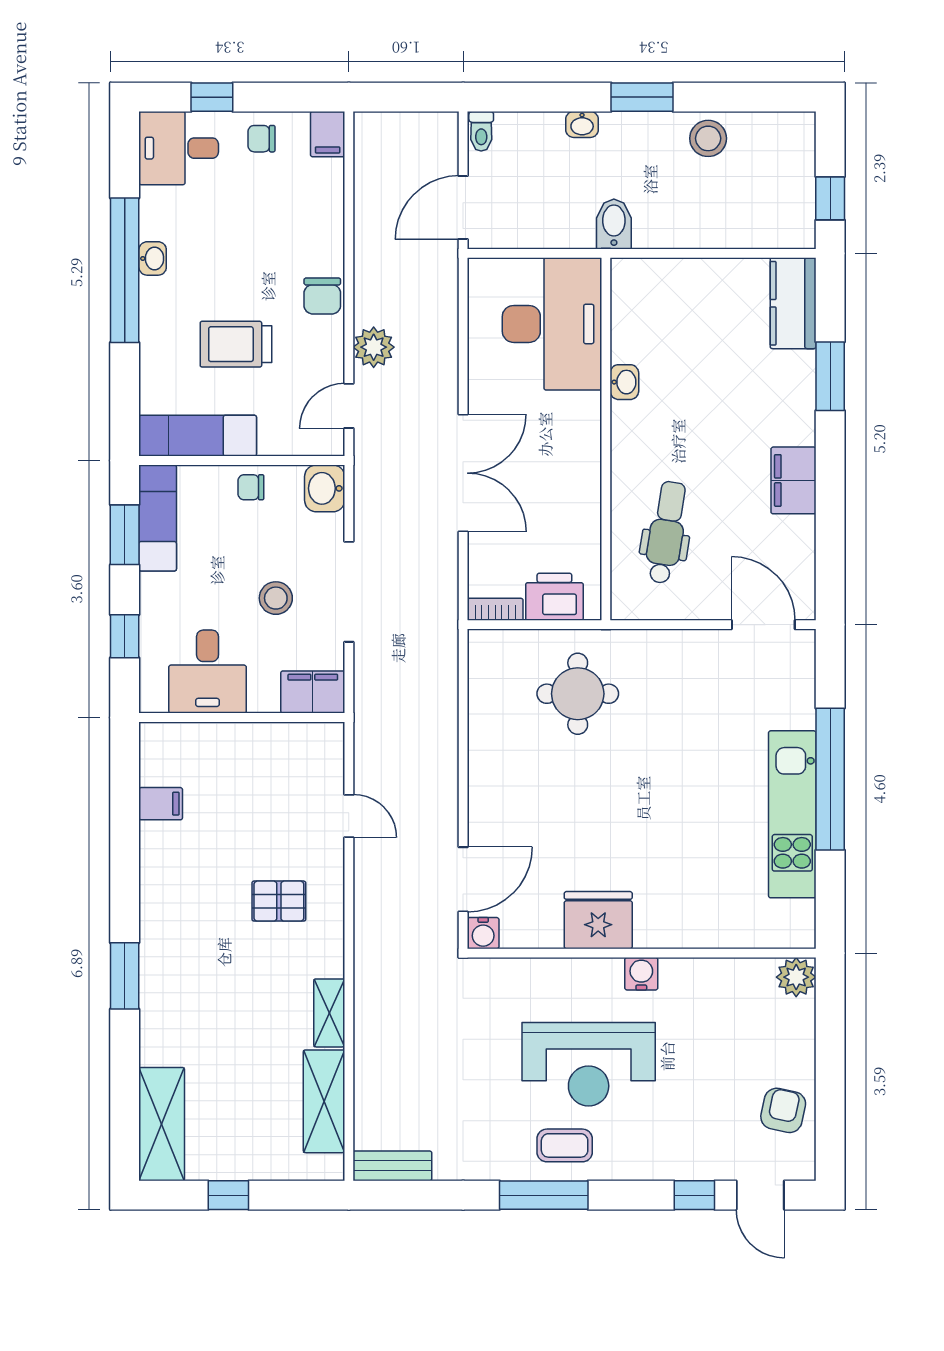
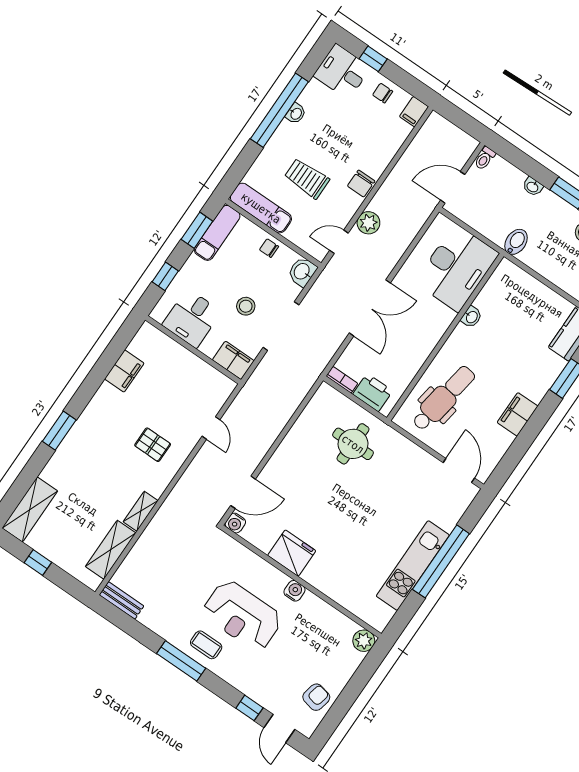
dental chair: (666, 532) -> (444, 398), width x1.36, depth x1.38
filing cabinet: (161, 804) -> (124, 371), width x2.00

